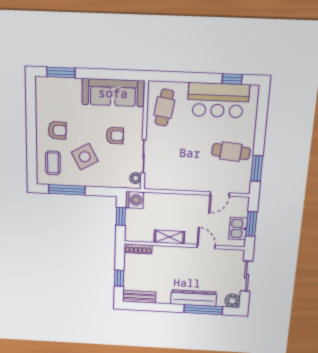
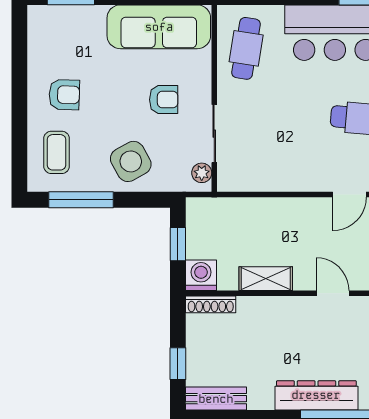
side table: (85, 157) -> (131, 161), moved
washing machine: (134, 200) -> (201, 275), moved, turned -90

